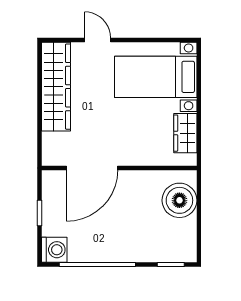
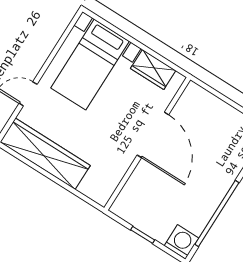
door: (92, 168) -> (153, 135), moved
boiler: (179, 200) -> (207, 110), removed

